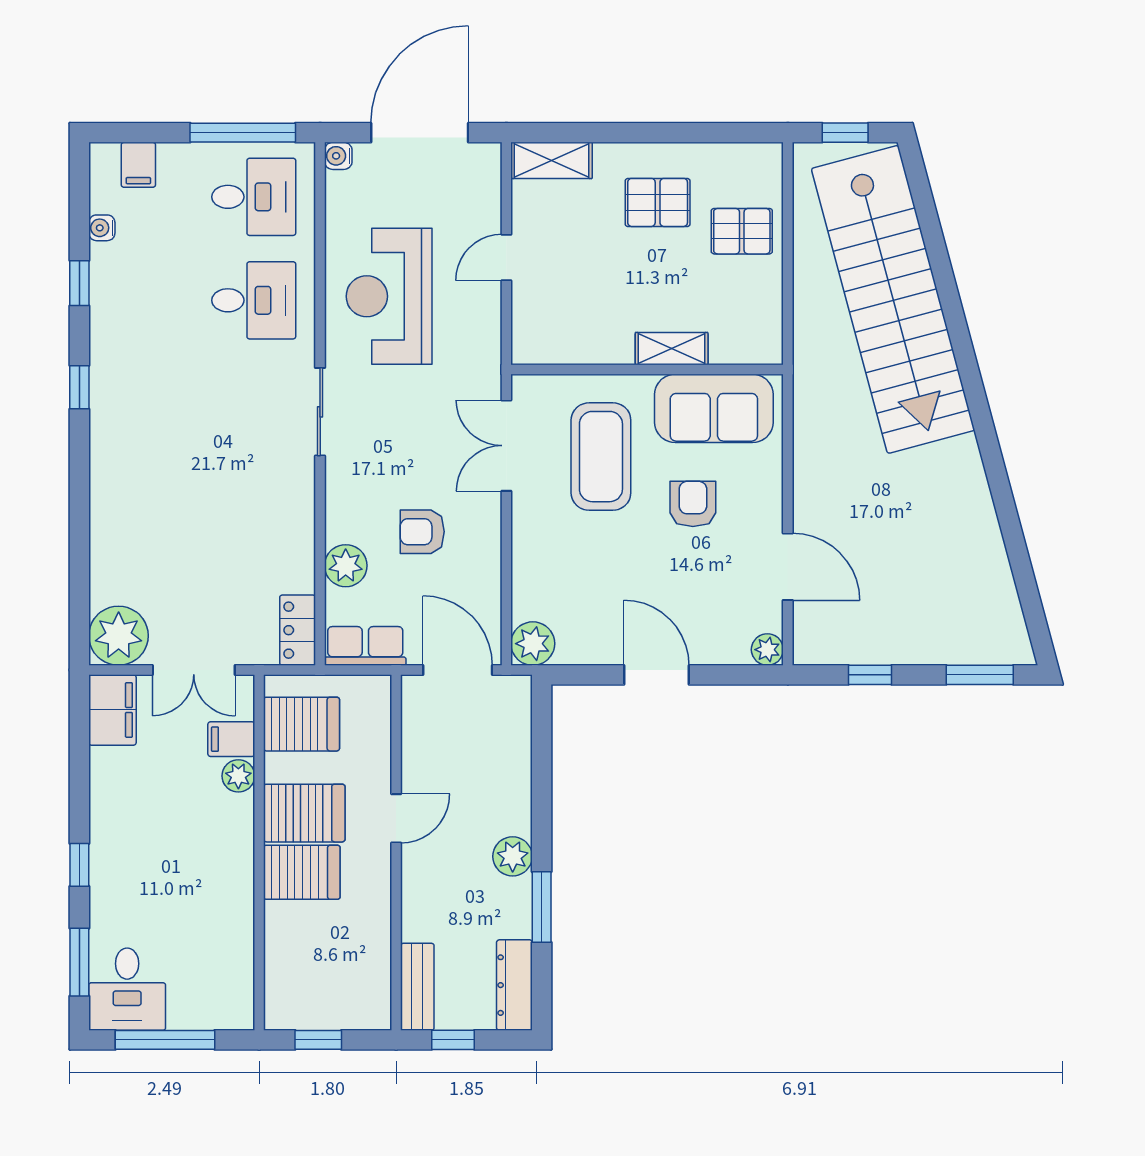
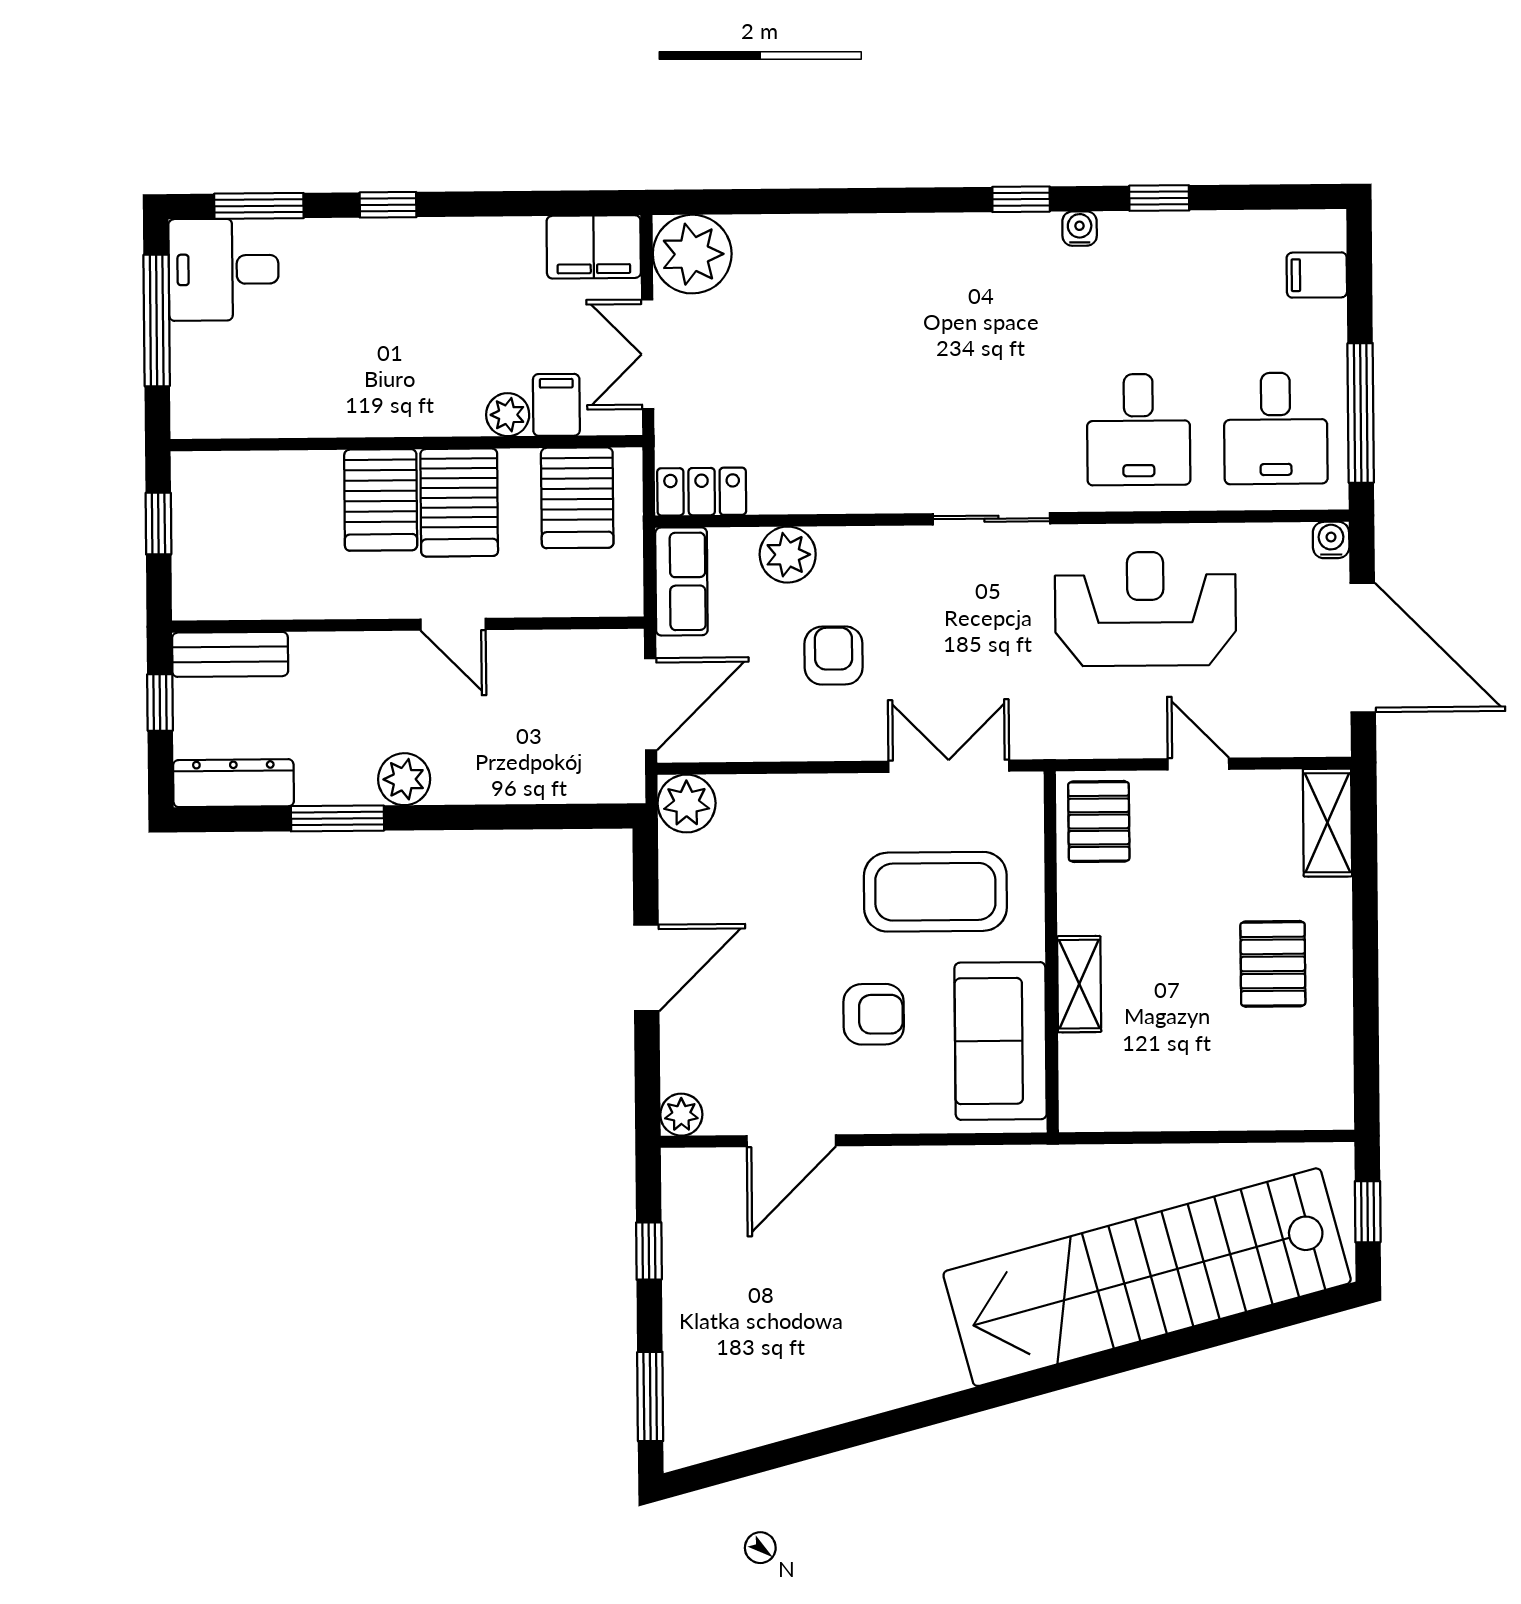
water cooler: (102, 228) -> (1080, 229), moved
pallet: (742, 231) -> (1099, 821), moved

